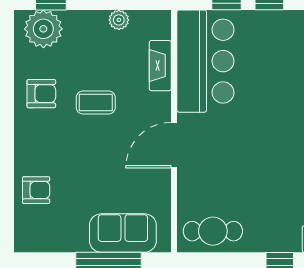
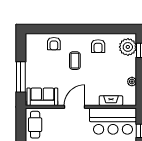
coffee table: (96, 103) -> (75, 61), moved
door: (174, 145) -> (74, 107), hinge flipped
sofa: (123, 233) -> (42, 97), moved, turned -90

